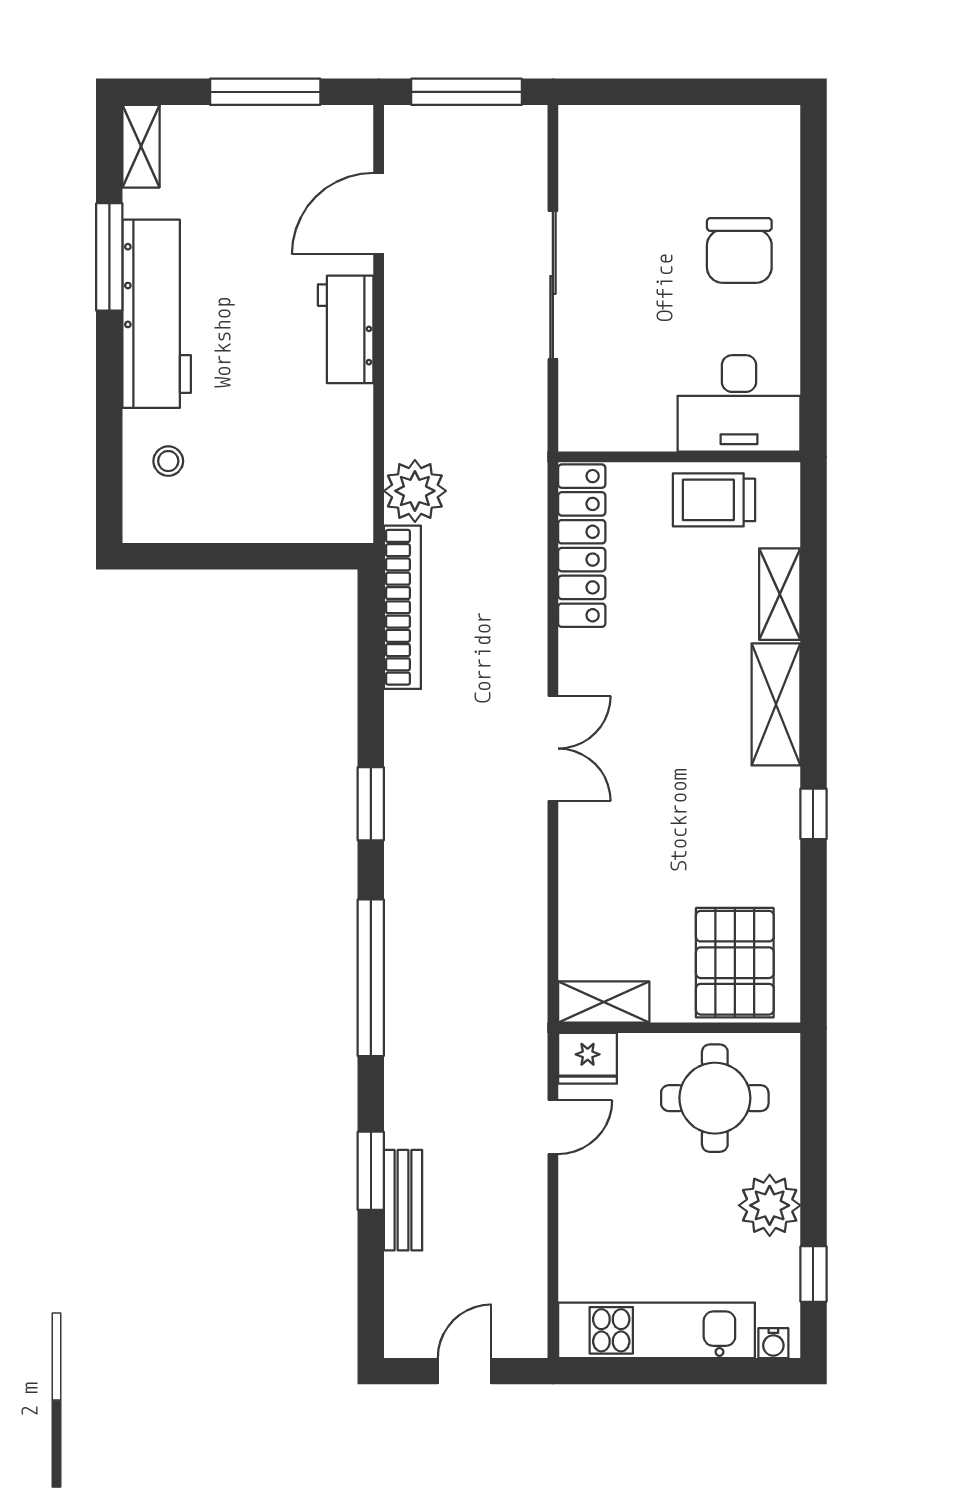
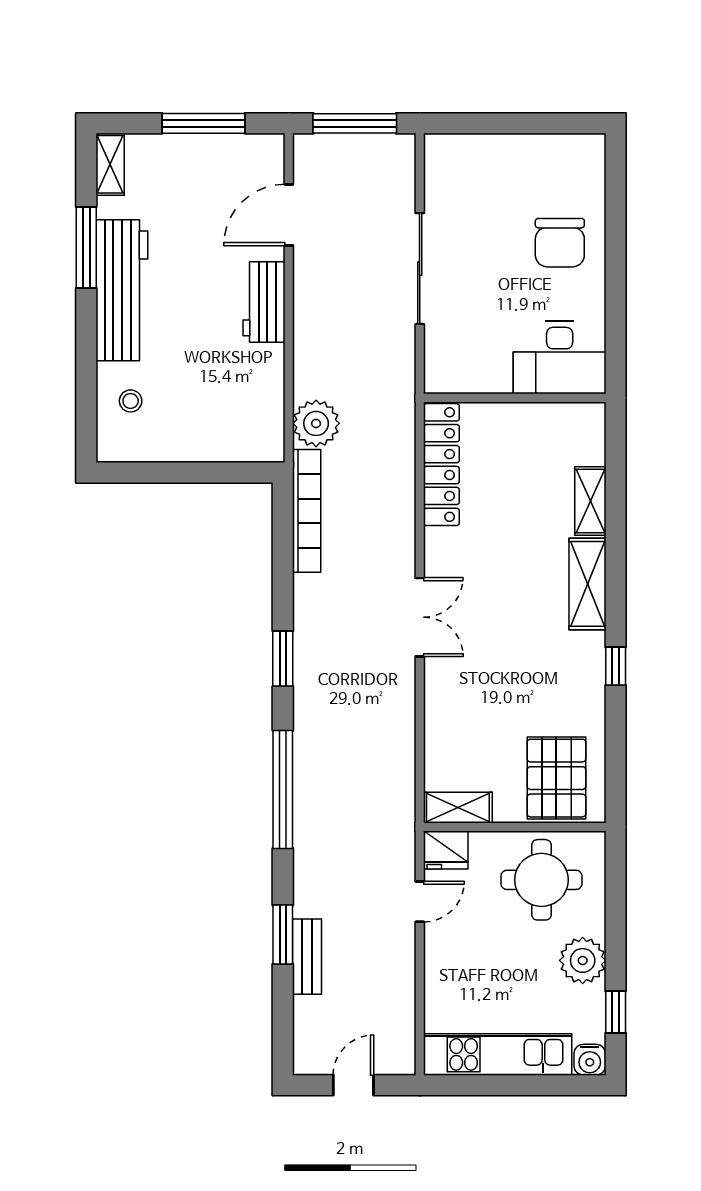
trolley: (714, 500) -> (541, 430), removed
water cooler: (773, 1343) -> (590, 1060), width x1.38, depth x1.38

